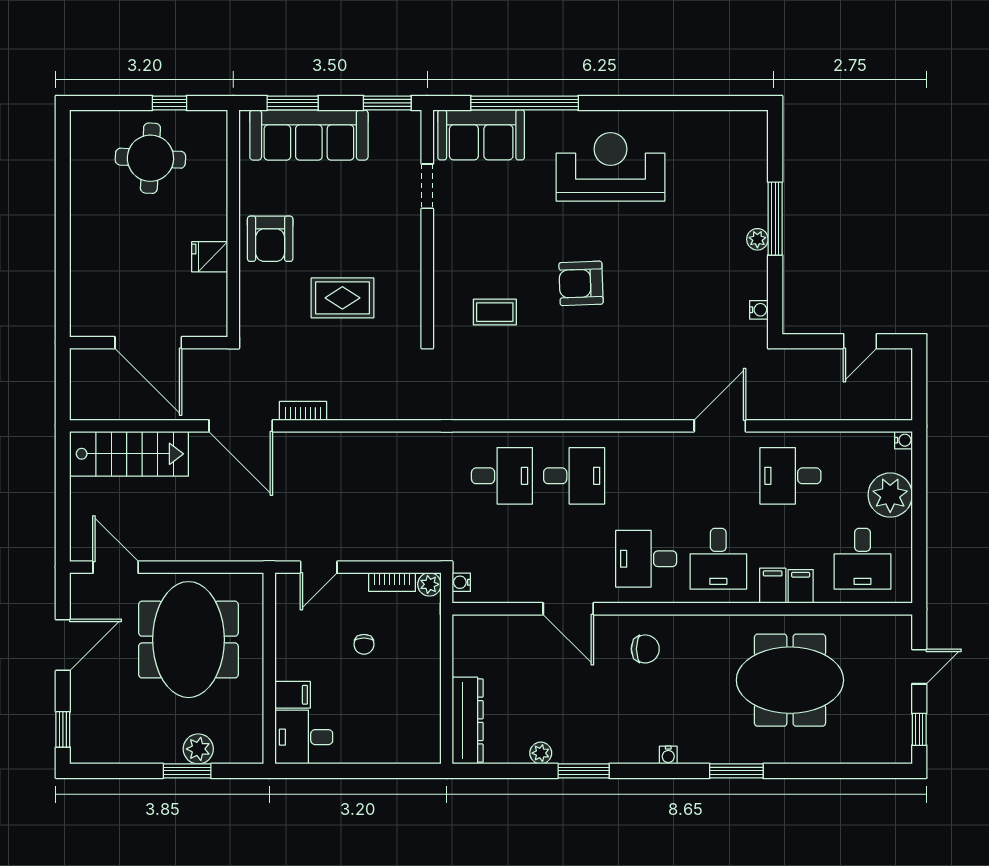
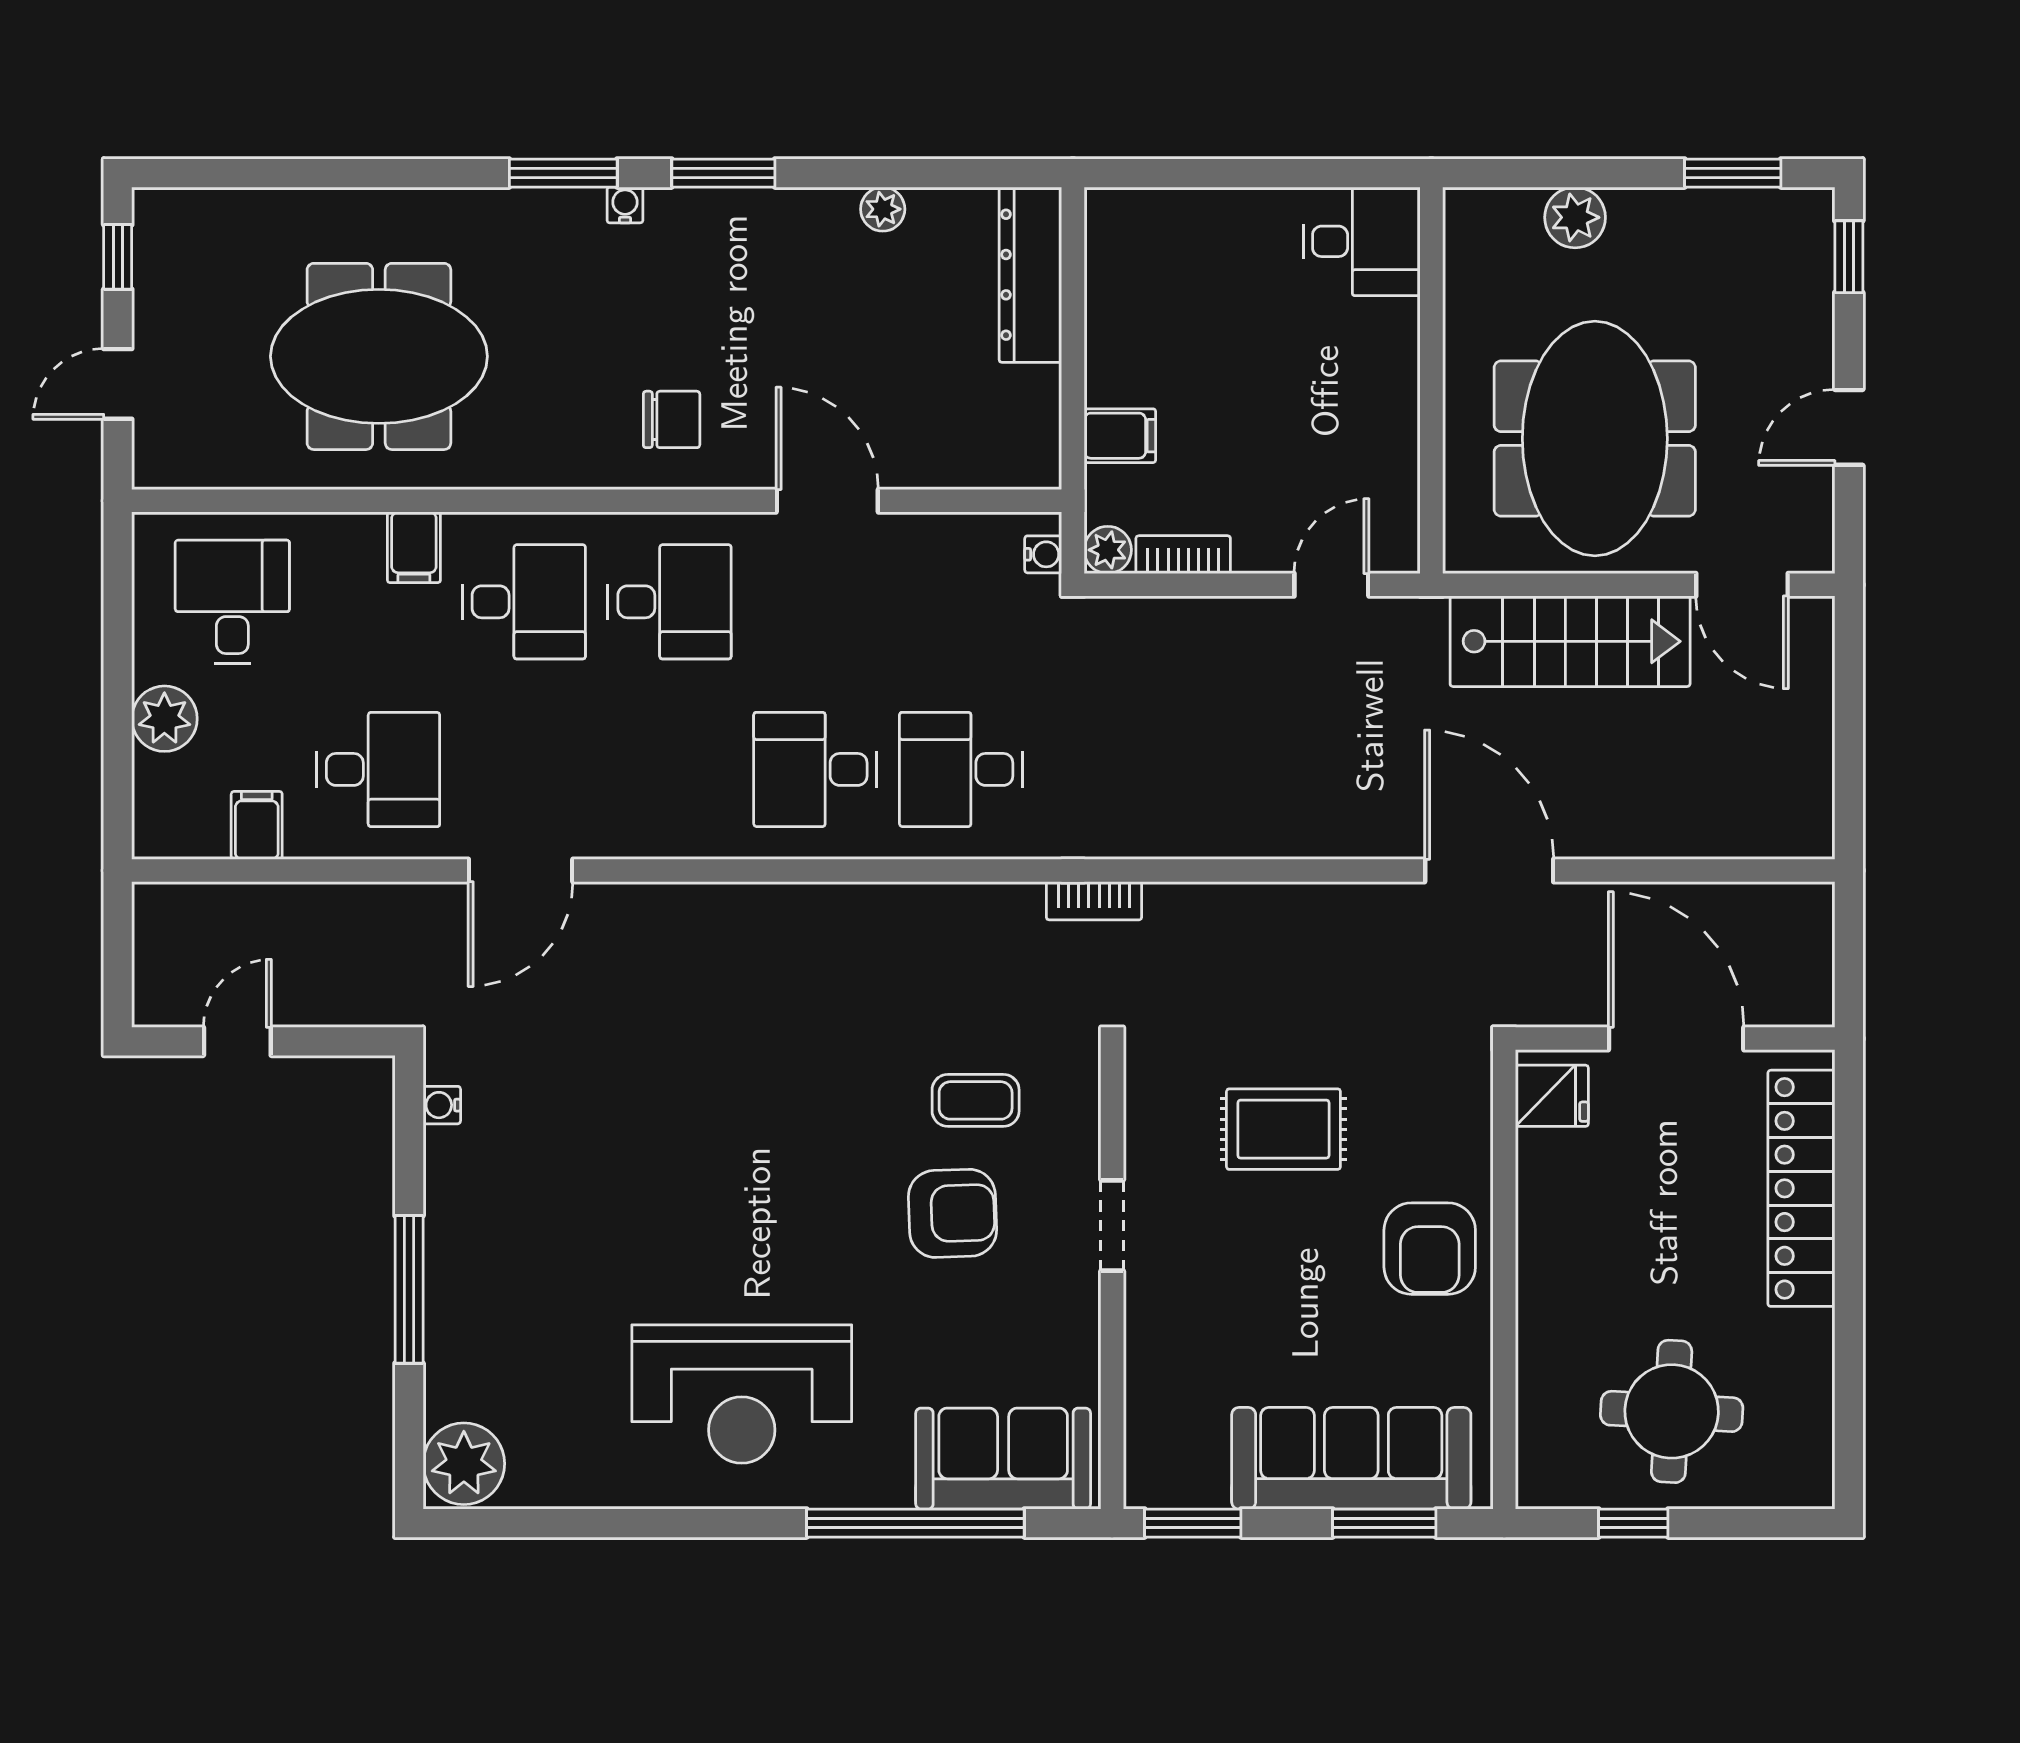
doorway: (427, 186) -> (1112, 1225), moved
armchair: (270, 239) -> (1430, 1249), turned 180
plant: (757, 239) -> (464, 1464), moved, width x1.88, depth x1.88
fridge: (210, 257) -> (1552, 1096), moved
locker: (86, 269) -> (1801, 1188), added
armchair: (581, 283) -> (952, 1213), moved
bookcase: (303, 411) -> (1094, 901), moved
water cooler: (903, 440) -> (149, 842), removed
stairs: (129, 454) -> (1570, 641), moved, turned 180
plant: (890, 495) -> (164, 719), width x0.73, depth x0.73
desk: (718, 559) -> (524, 602), turned 90
filing cabinet: (801, 586) -> (257, 825), moved, turned 180
chair: (364, 644) -> (1240, 429), removed
door: (63, 645) -> (1849, 427), width x0.73
chair: (645, 649) -> (672, 419), turned 180
filing cabinet: (293, 695) -> (1120, 436), moved, turned 180
window: (187, 771) -> (1733, 173), moved
window: (584, 771) -> (723, 173), moved
window: (736, 771) -> (563, 173), moved

